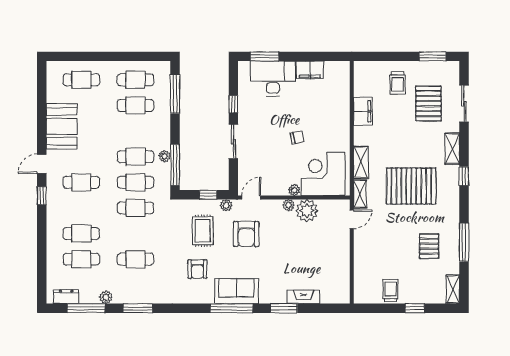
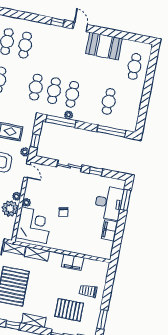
cafe table: (135, 80) -> (127, 105), removed
cafe table: (81, 182) -> (62, 52), removed

